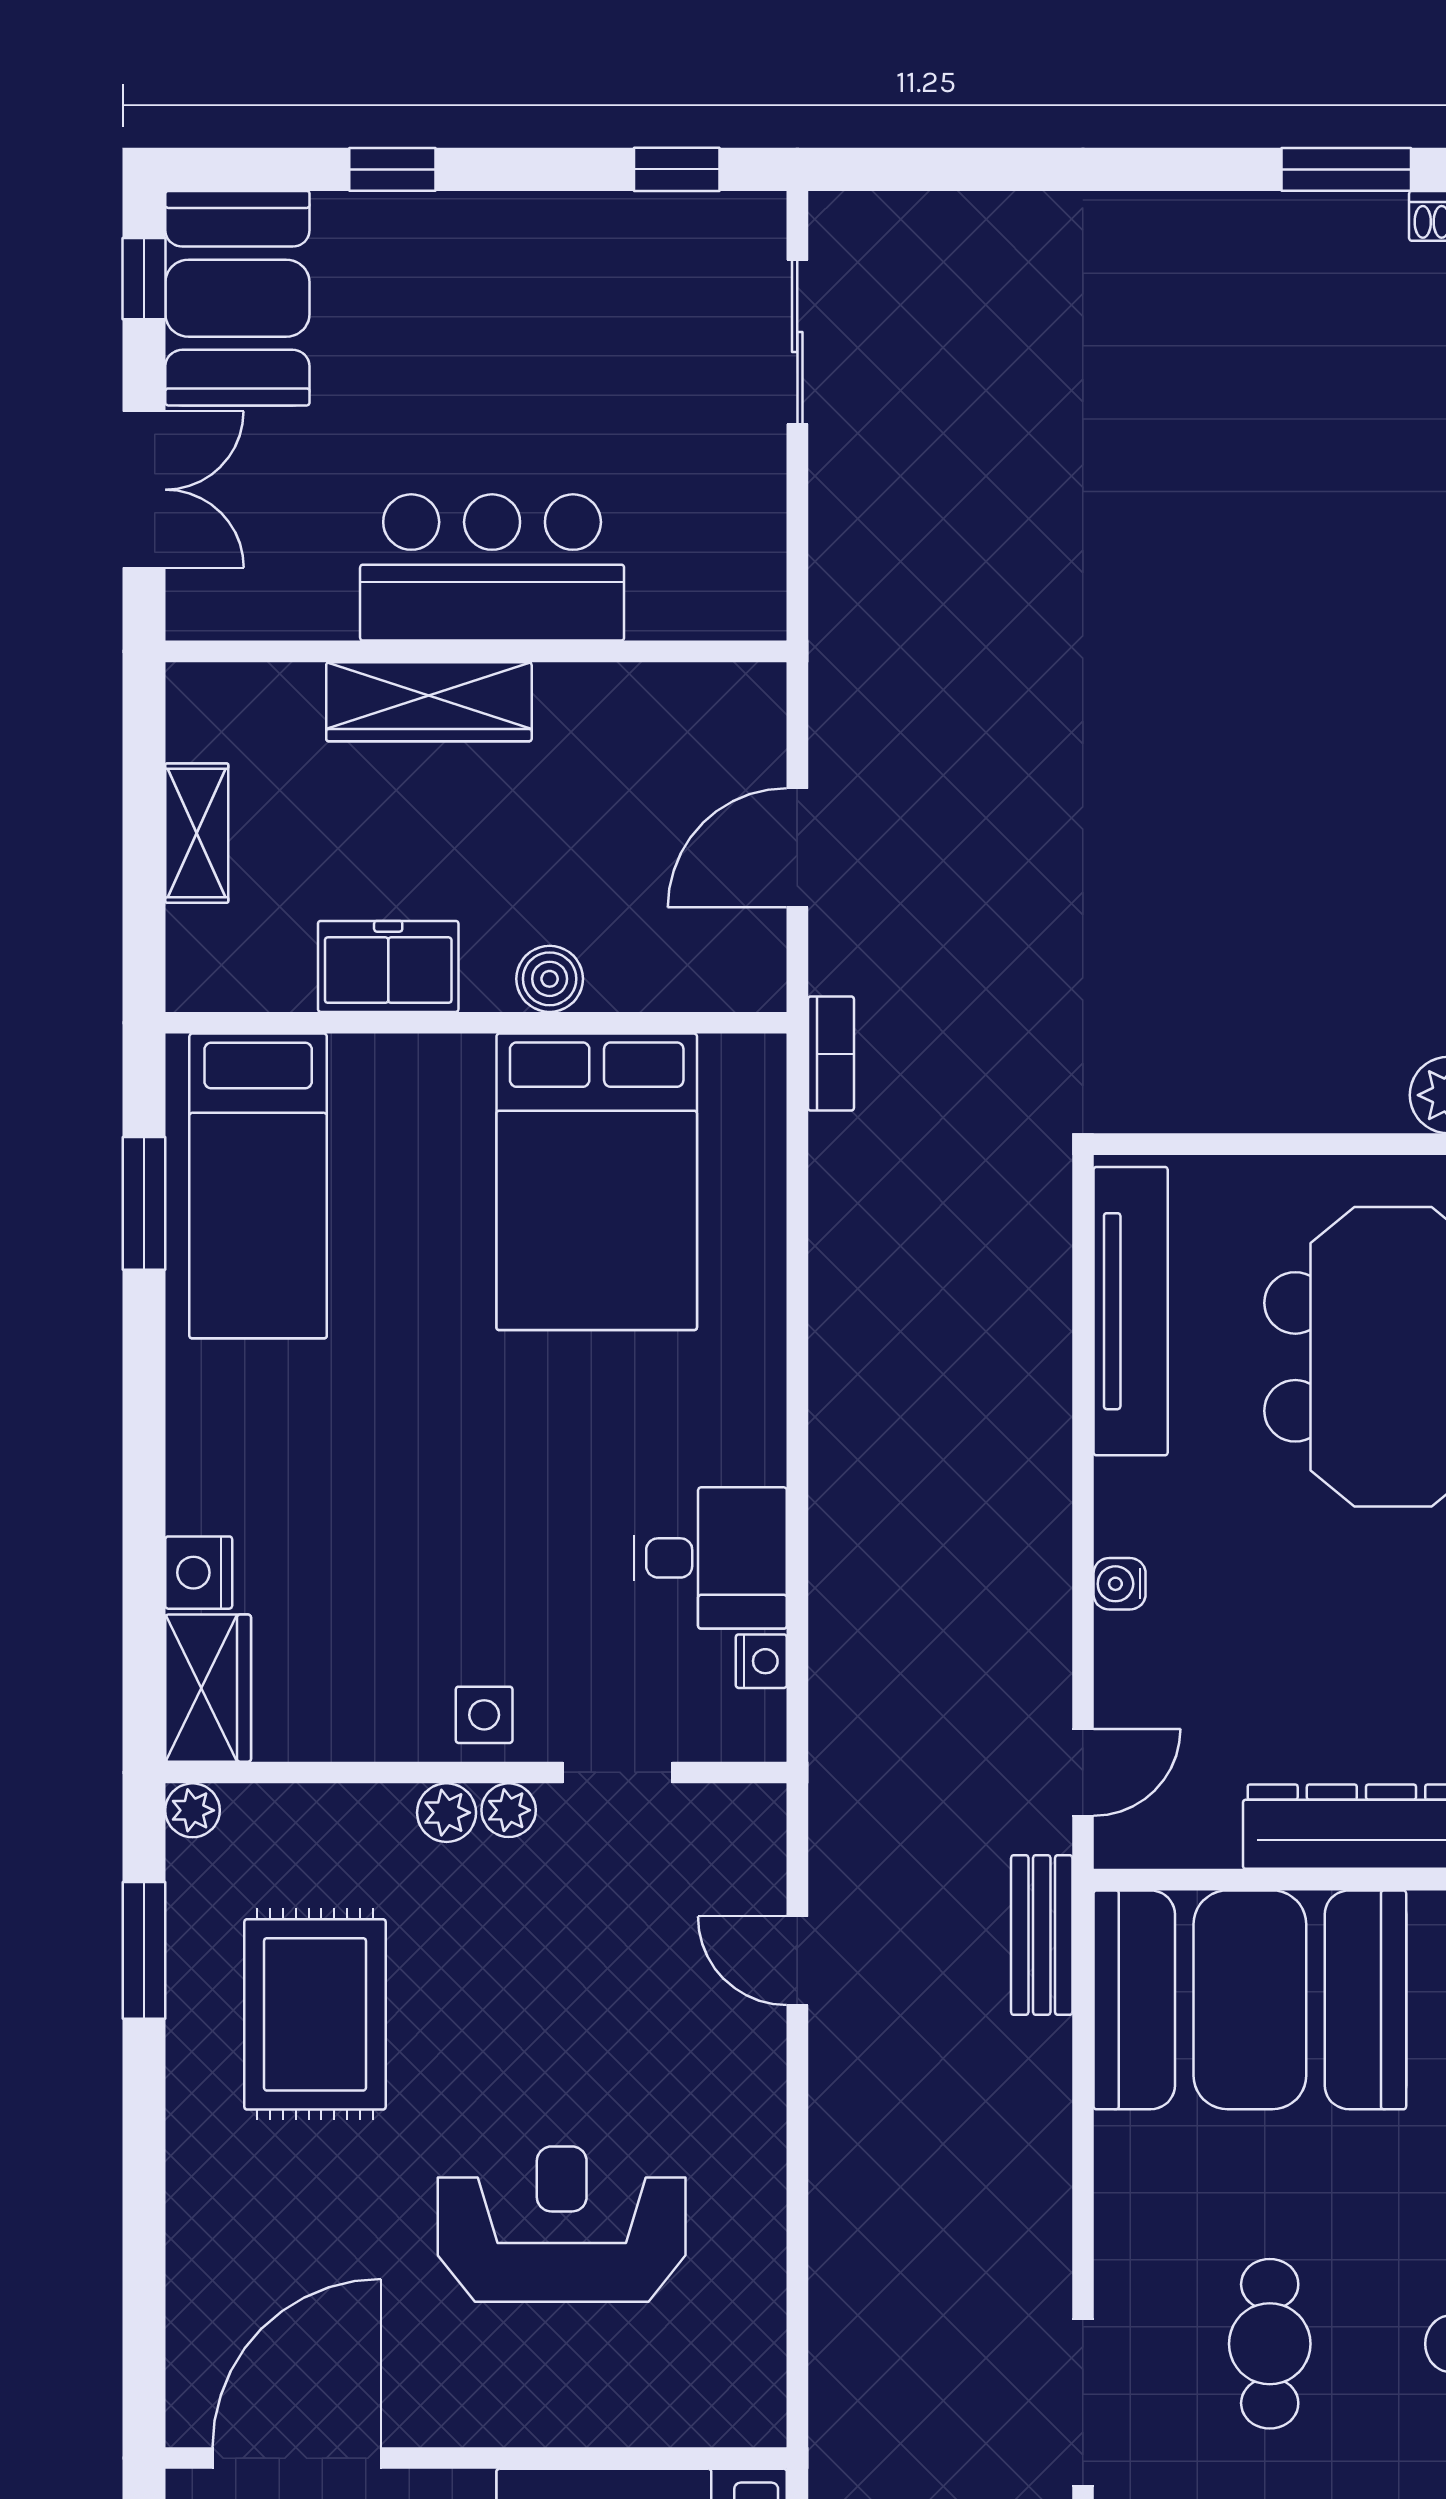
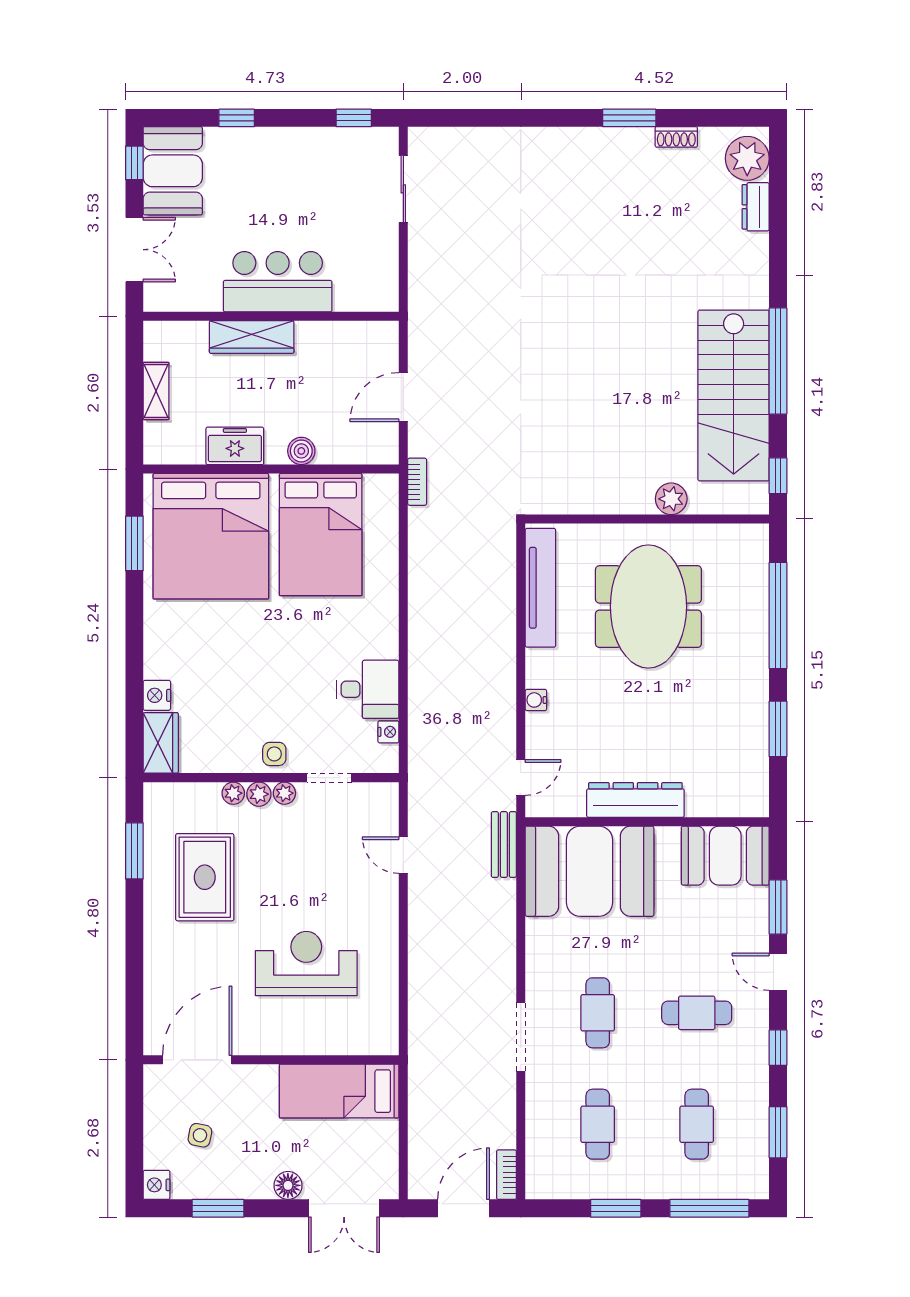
bed: (258, 1186) -> (211, 536), width x2.04
plant: (192, 1810) -> (233, 793), moved

